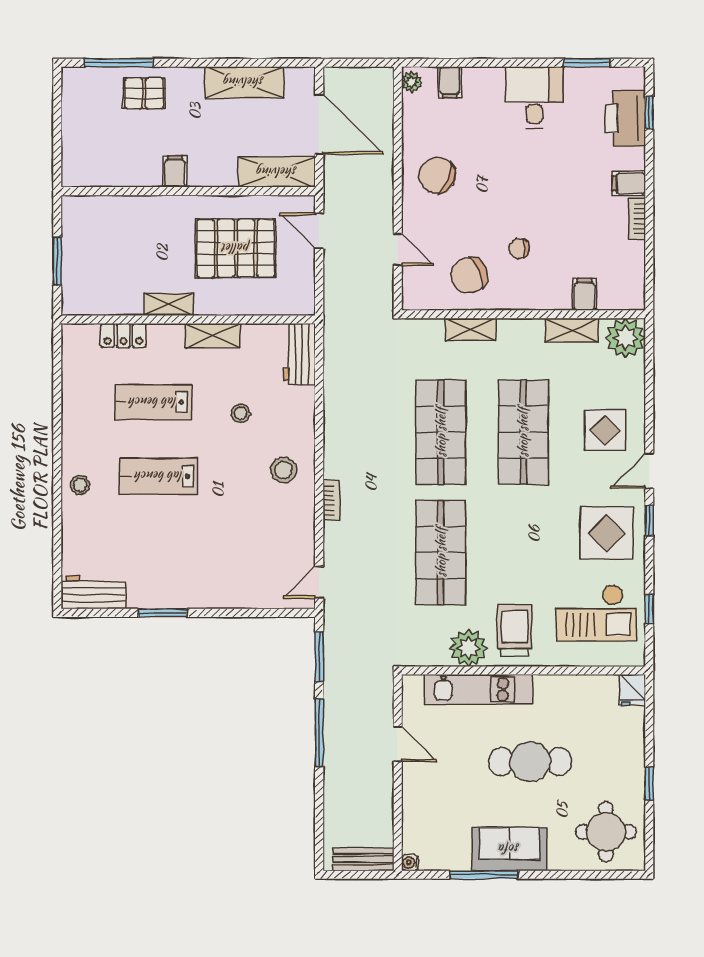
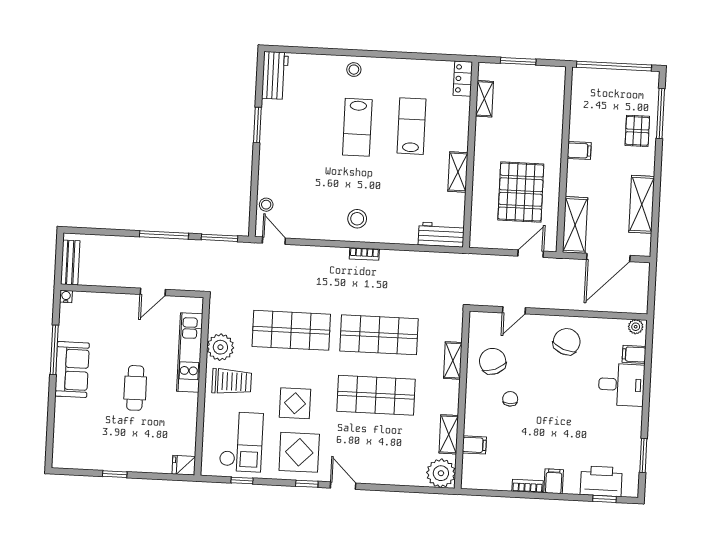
desk: (534, 97) -> (621, 385), moved
window: (57, 130) -> (614, 66), added
shelving: (168, 305) -> (484, 99), moved
locker: (123, 335) -> (463, 79), moved
stool: (241, 413) -> (266, 205), moved
display table: (605, 430) -> (295, 403), moved
lab bench: (159, 476) -> (357, 127), turned 180
bookcase: (331, 500) -> (364, 254), moved
checkout: (596, 613) -> (241, 442), turned 180
cafe table: (530, 762) -> (135, 388), width x0.73, depth x0.74
round table: (606, 832) -> (81, 441), removed

